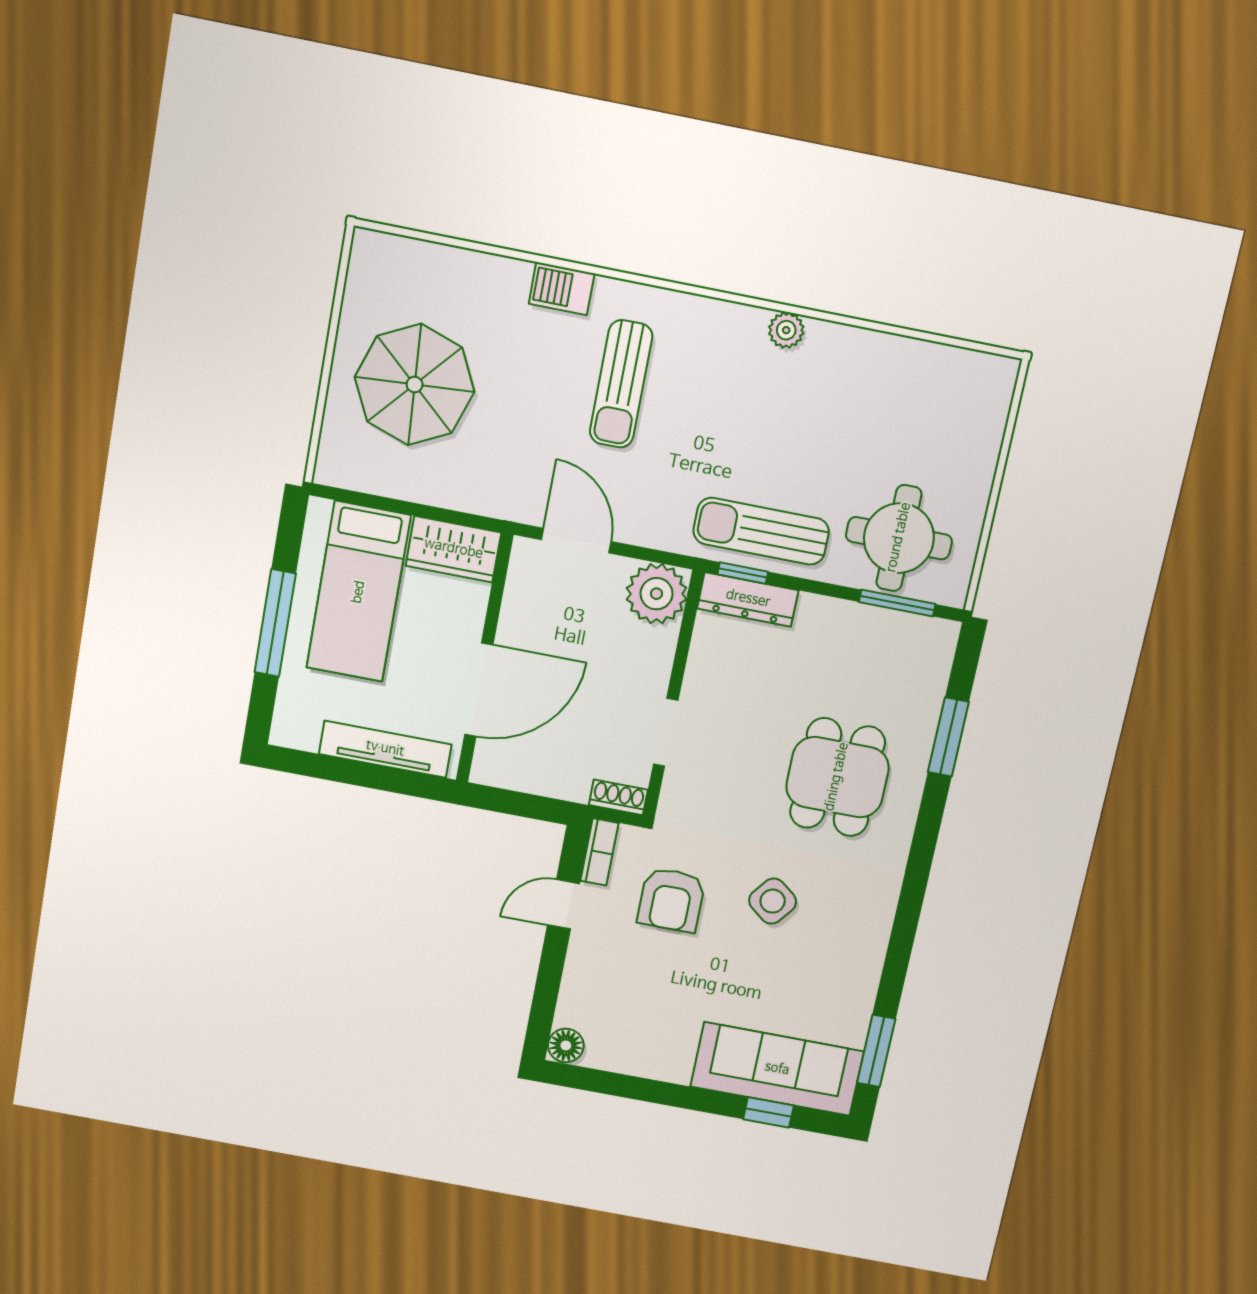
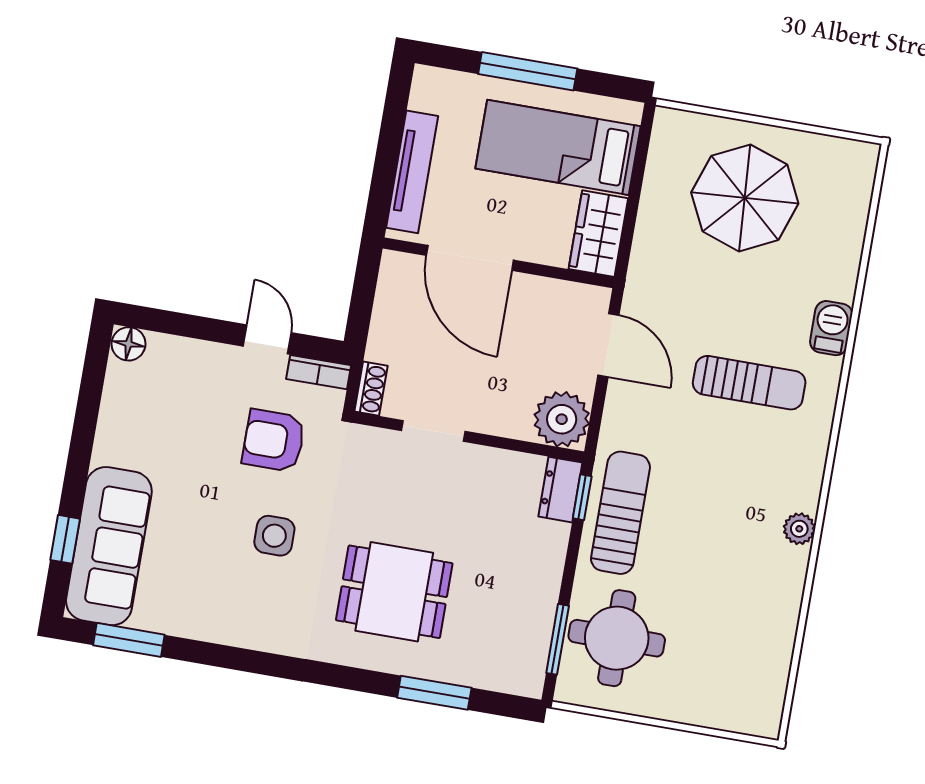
sun lounger: (621, 384) -> (749, 383), turned 180
door: (576, 541) -> (608, 345), hinge flipped
dresser: (748, 599) -> (560, 490), width x0.70
side table: (773, 901) -> (274, 536), turned -38

